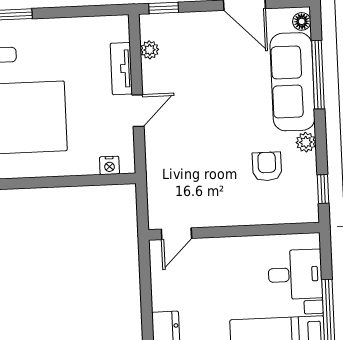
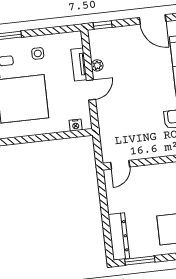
side table: (57, 46) -> (38, 53), added
plant: (150, 50) -> (97, 65), moved

